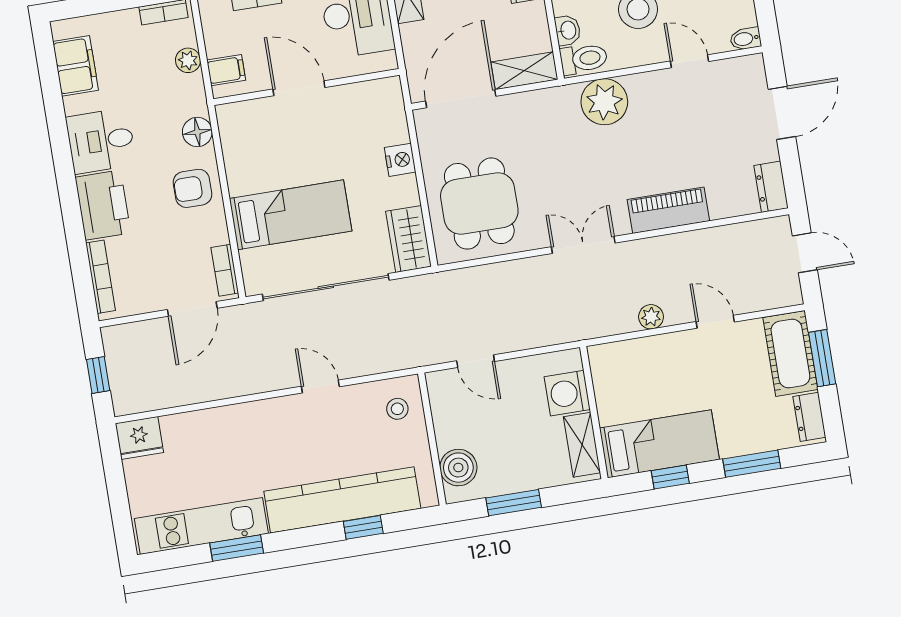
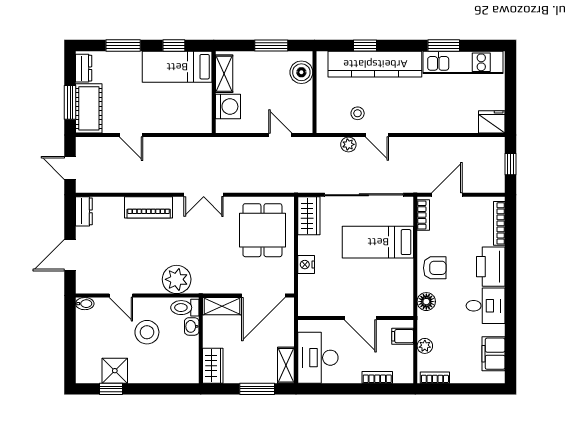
plant: (651, 317) -> (348, 144), moved
stool: (397, 409) -> (358, 113), moved

